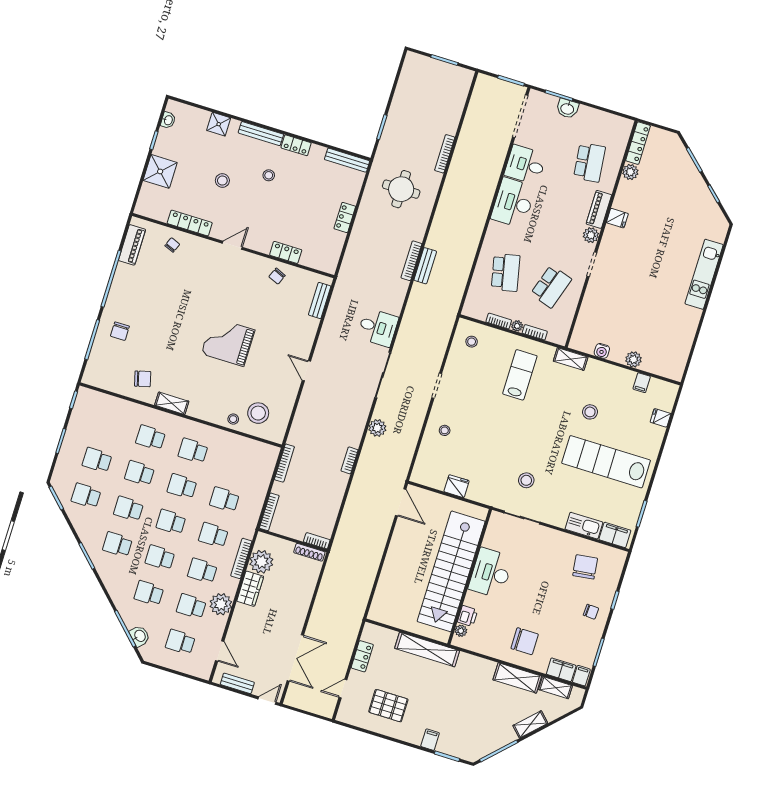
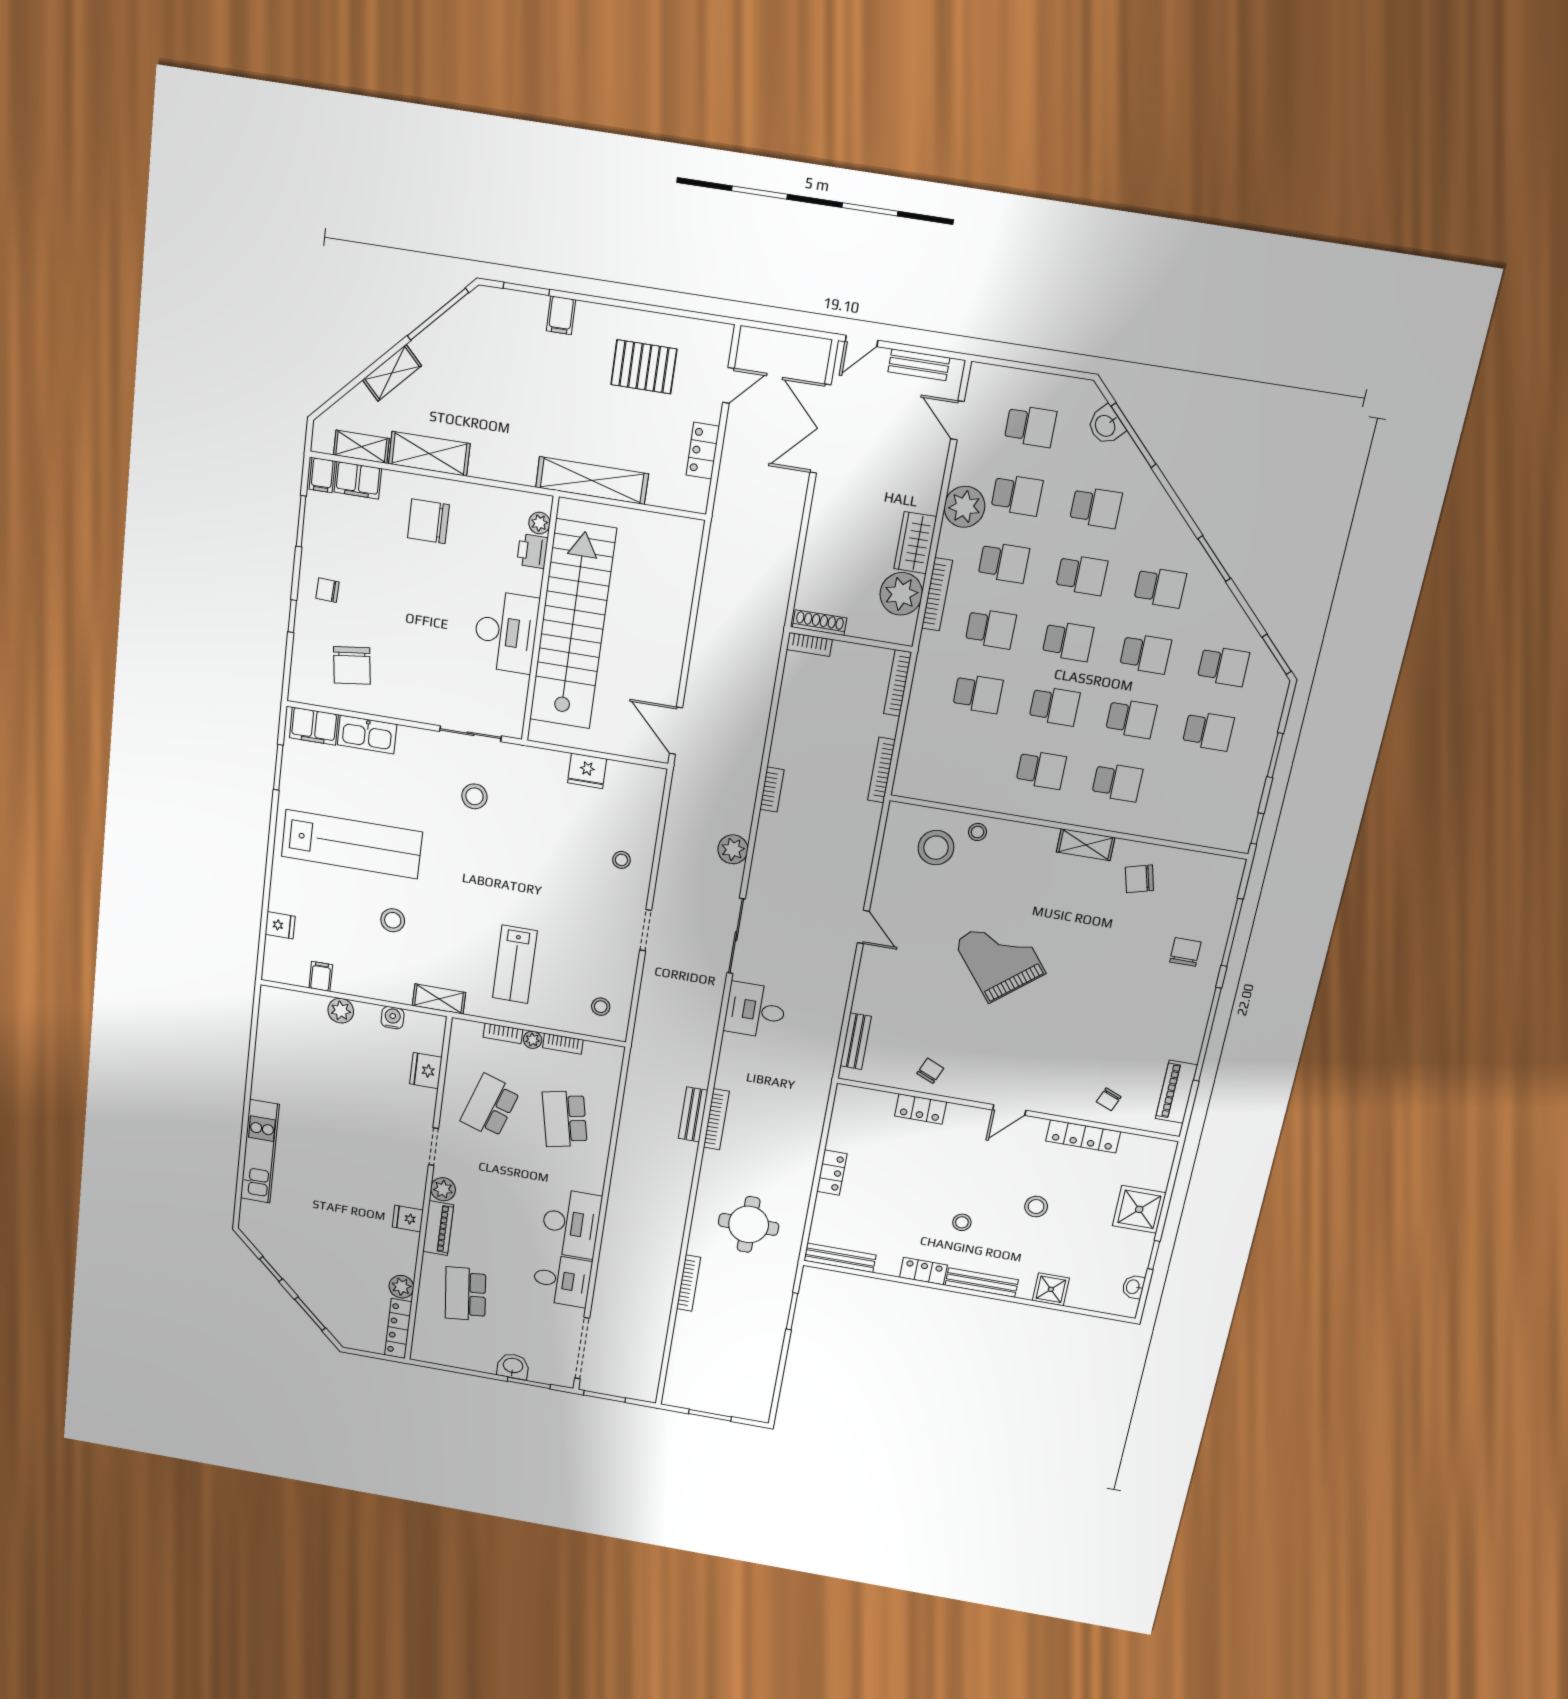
fridge: (587, 314) -> (426, 1071), added
grand piano: (228, 342) -> (1000, 957), turned -129

